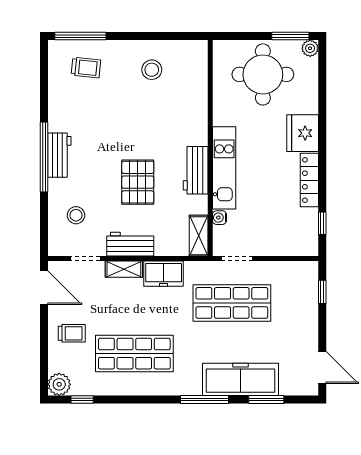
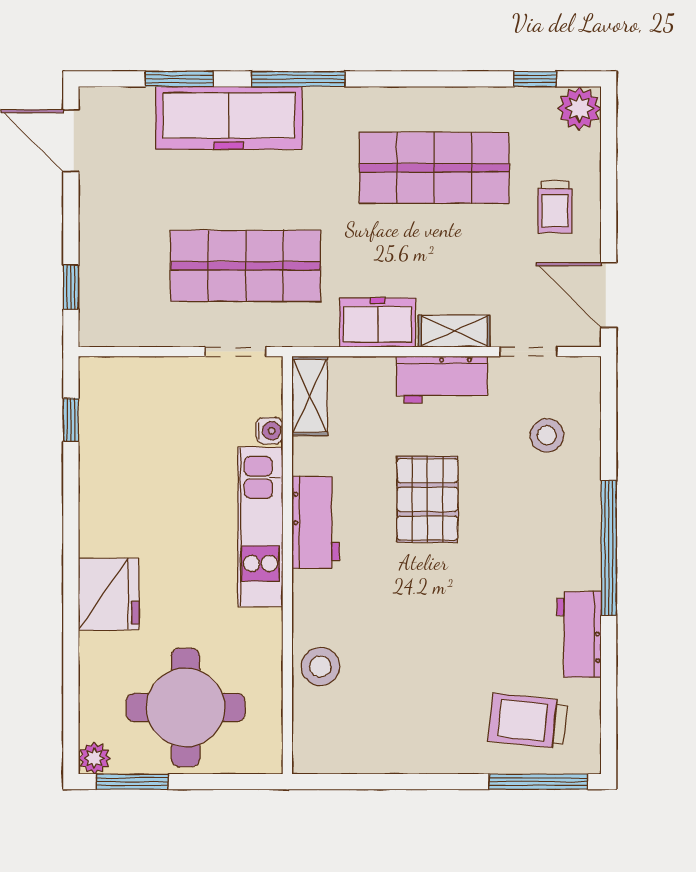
trolley: (86, 67) -> (528, 721), width x1.36, depth x1.39
stool: (152, 70) -> (320, 667), moved
workbench: (59, 155) -> (579, 634), moved
locker: (309, 180) -> (96, 503), removed
trolley: (72, 333) -> (555, 207), turned -90

